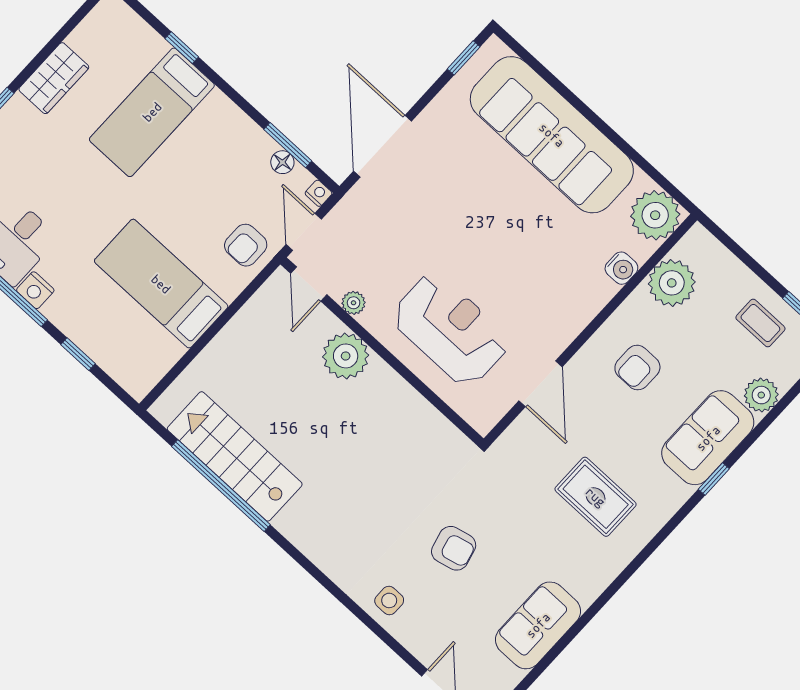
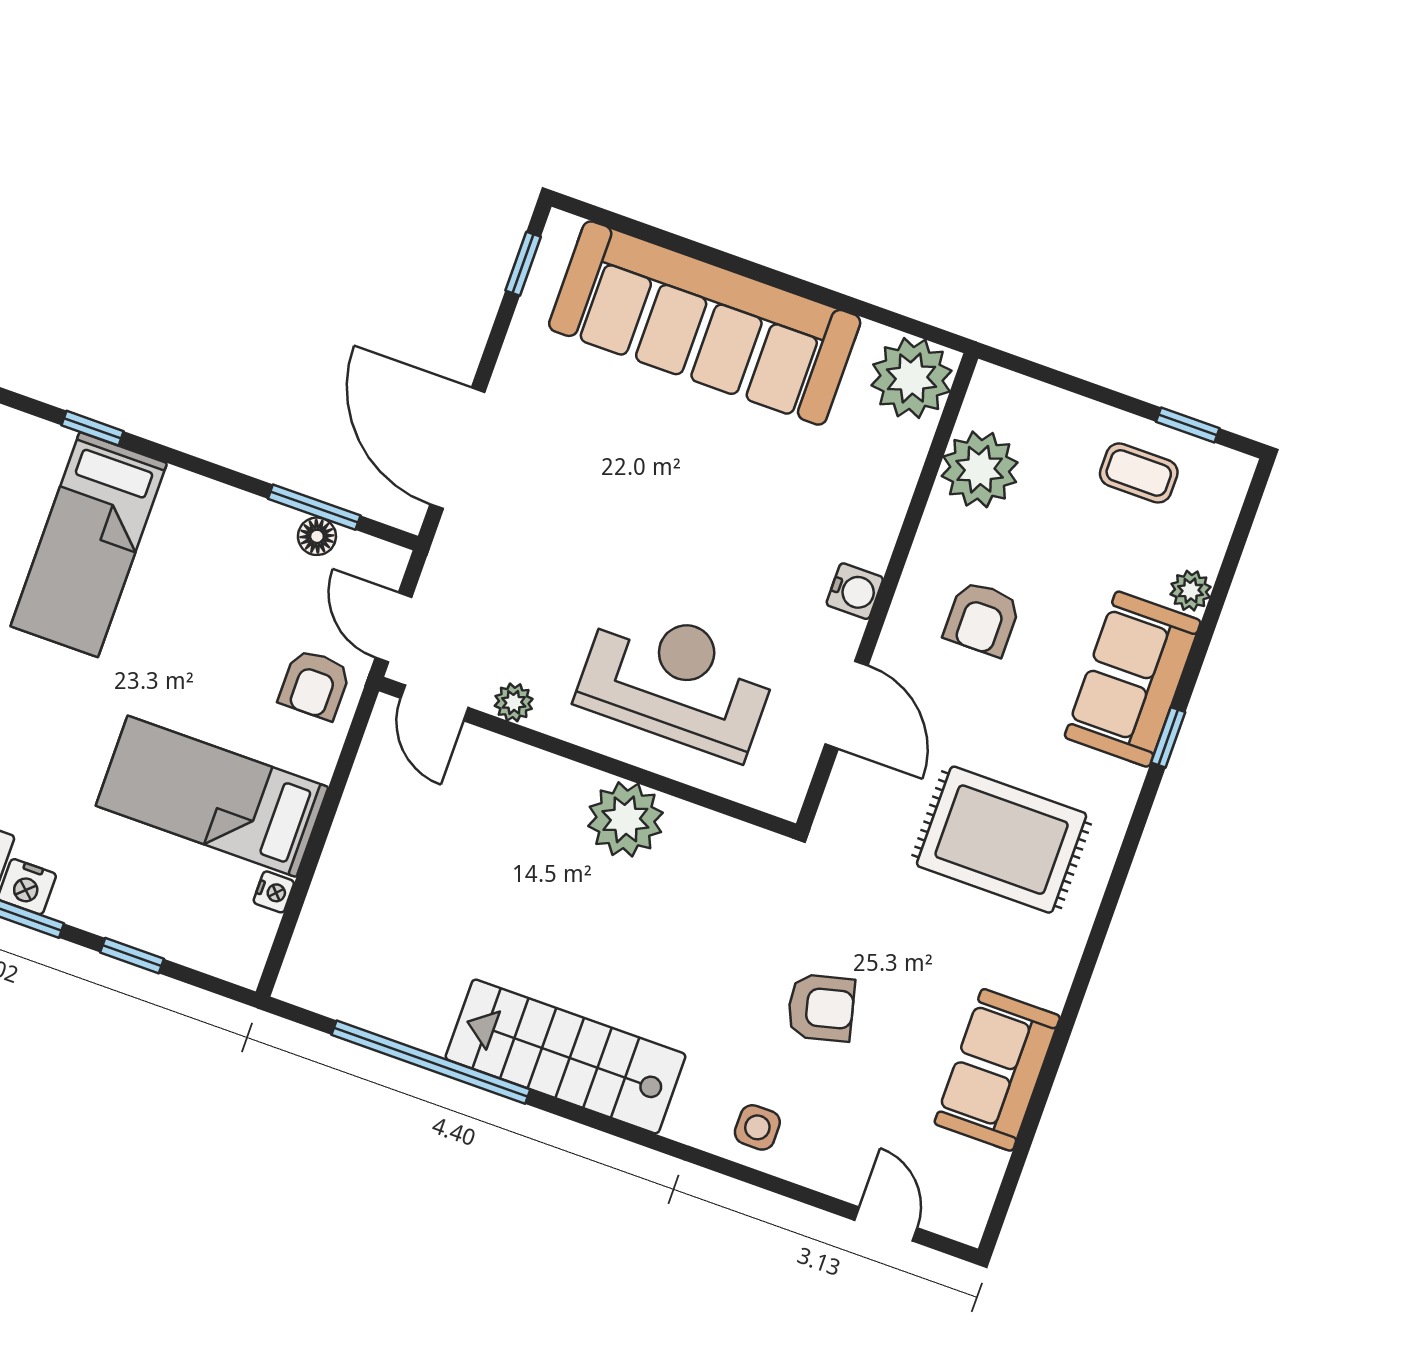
nightstand: (318, 193) -> (274, 892), moved, turned 90
water cooler: (621, 268) -> (855, 591), moved
plant: (346, 356) -> (625, 819), moved
plant: (761, 395) -> (1191, 591), width x0.73, depth x0.73
stairs: (235, 456) -> (566, 1056), moved
rug: (596, 497) -> (1002, 840), width x1.36, depth x1.43

